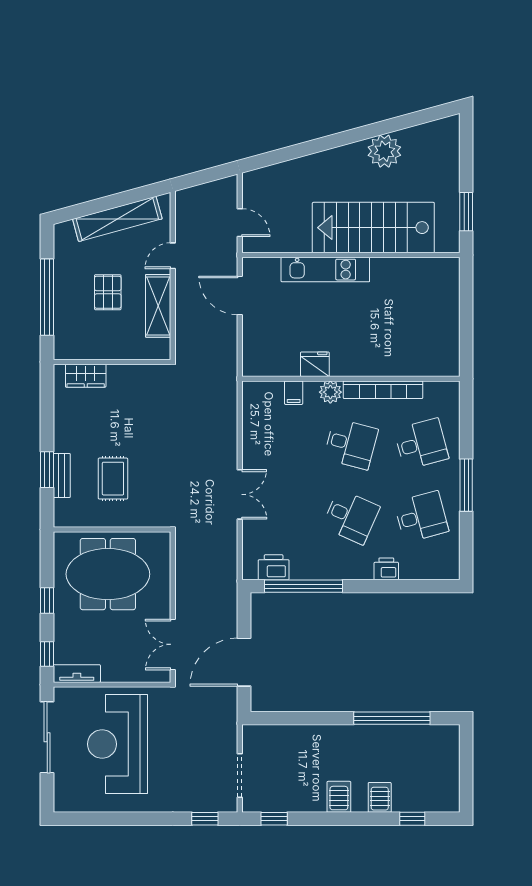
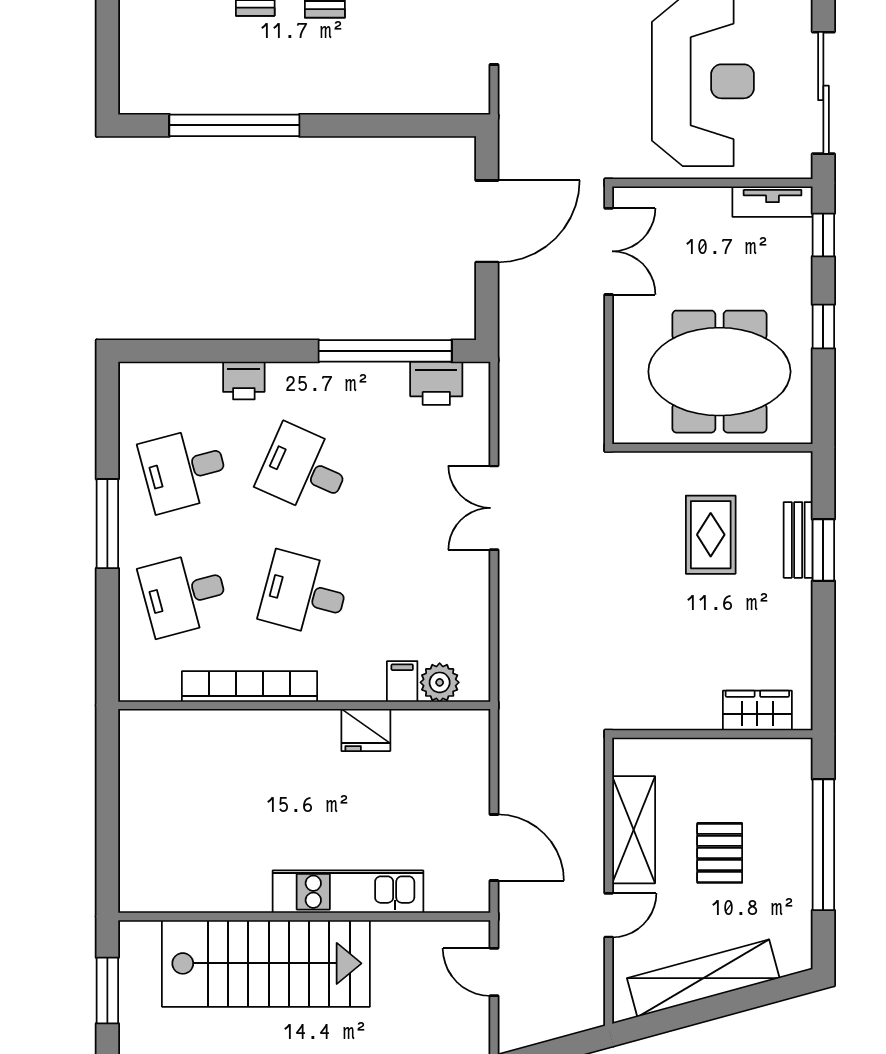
plant: (330, 392) -> (440, 682), moved

